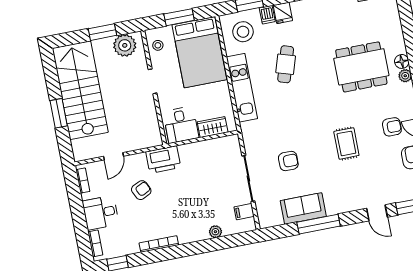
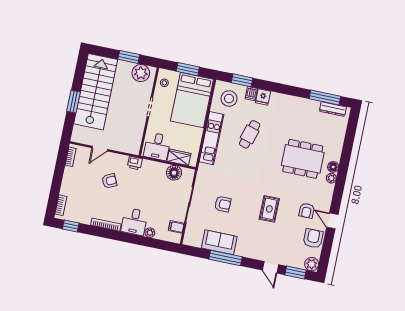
armchair: (392, 127) -> (307, 211), turned 90
floor lamp: (214, 148) -> (174, 173), added
printer: (163, 160) -> (135, 163), width x0.53, depth x0.68
desk: (101, 213) -> (134, 222), moved, turned -90

